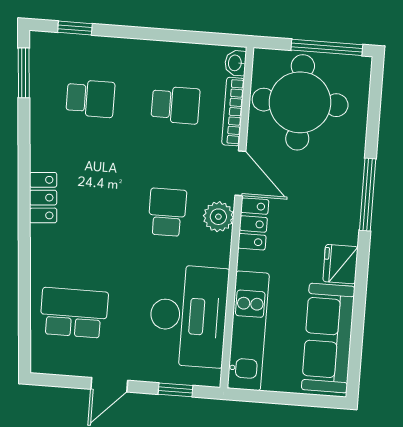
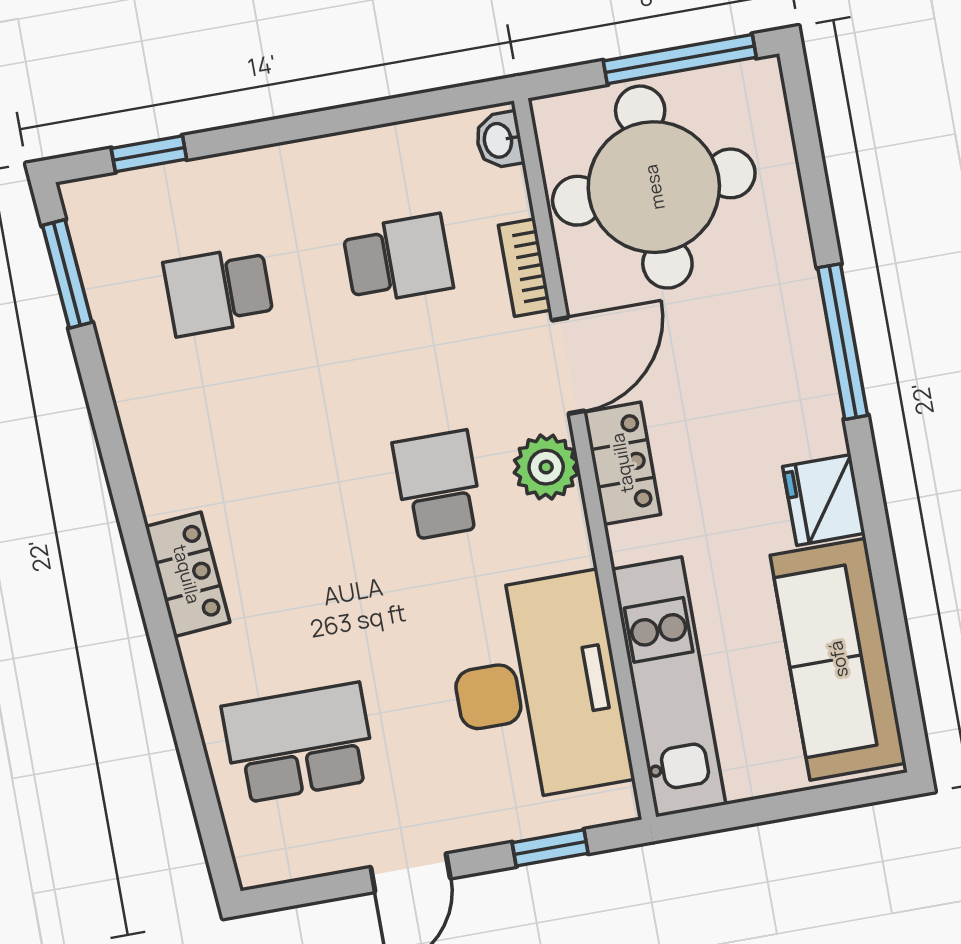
school desk: (90, 98) -> (218, 291), turned 180
bookcase: (233, 112) -> (525, 268), width x0.64
door: (240, 173) -> (568, 366), hinge flipped
locker: (43, 198) -> (187, 574), moved

